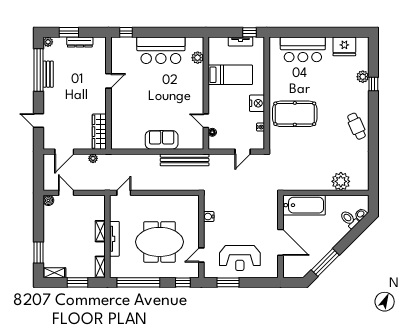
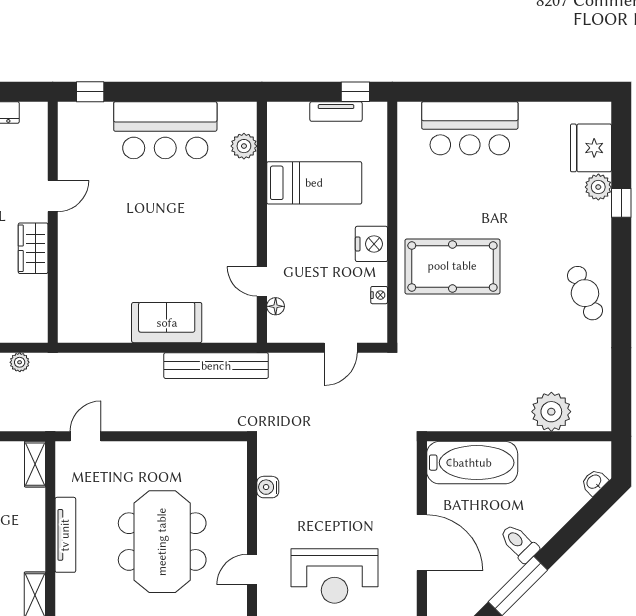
fridge: (344, 46) -> (591, 148), moved, turned 90
wardrobe: (99, 132) -> (33, 248), moved, width x0.67
toilet: (349, 219) -> (519, 543), moved
shelving: (100, 231) -> (35, 464), moved
meeting table: (159, 242) -> (162, 542), turned 90

